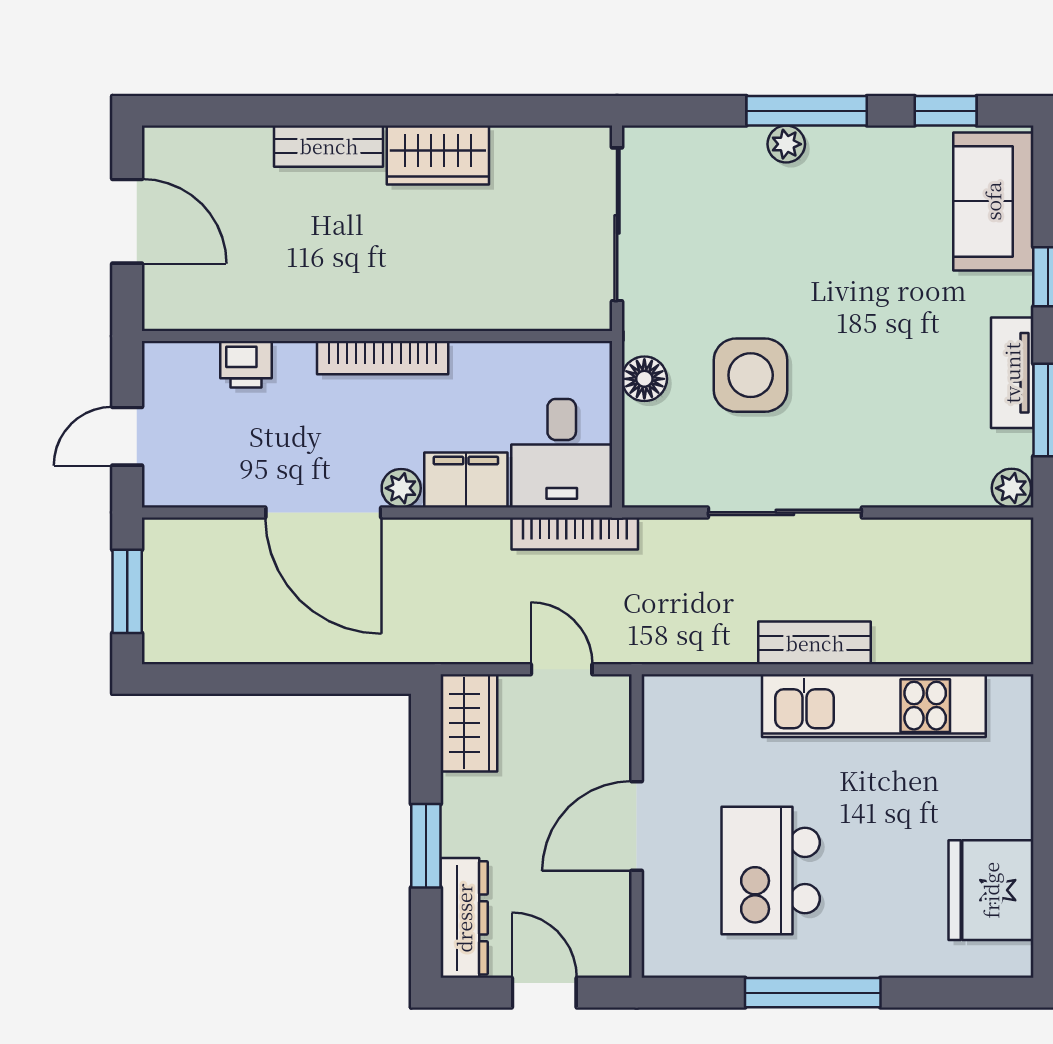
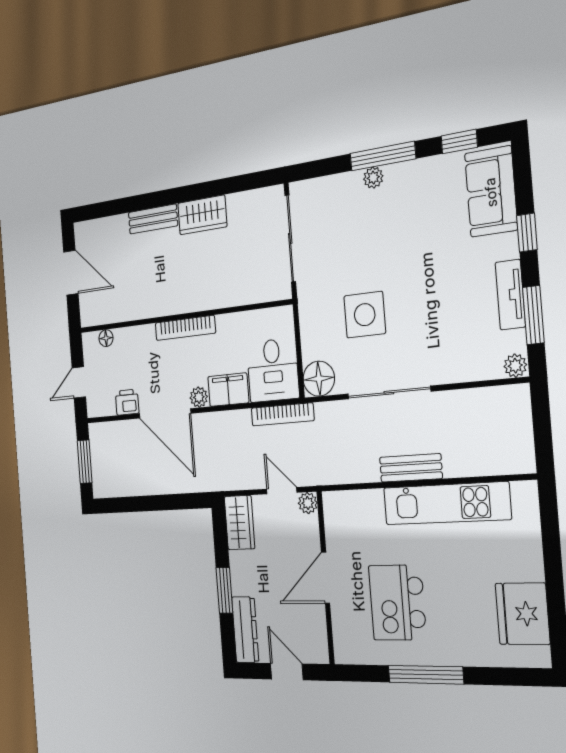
floor lamp: (200, 357) -> (106, 338), added
printer: (246, 364) -> (127, 402), moved, turned 180
floor lamp: (644, 379) -> (319, 379), moved, width x1.38, depth x1.38
plant: (612, 693) -> (308, 503), added

